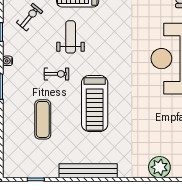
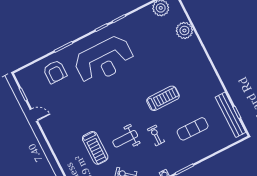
treadmill: (95, 103) -> (163, 98), width x0.73, depth x0.73
bench: (88, 171) -> (230, 115), moved

